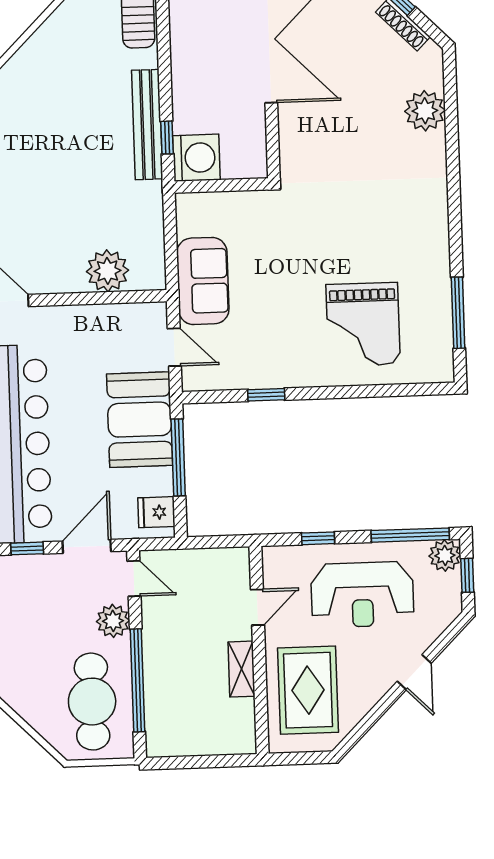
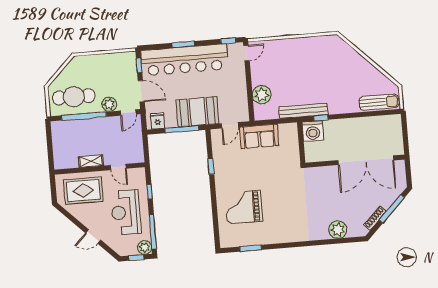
bench: (147, 125) -> (303, 111), moved
window: (458, 313) -> (251, 248), width x0.69

